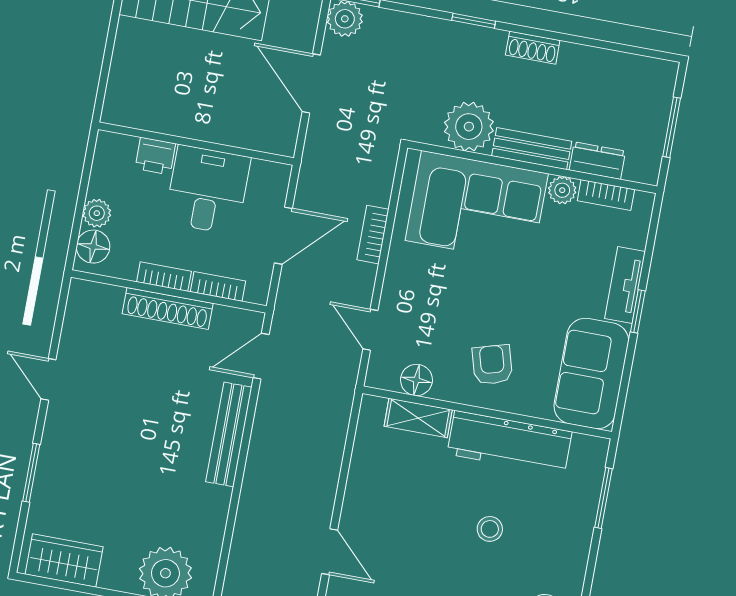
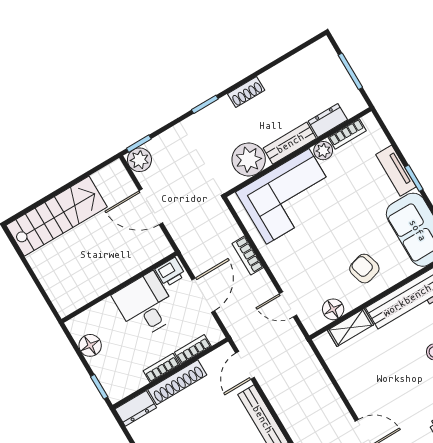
printer: (155, 156) -> (170, 272), moved
plant: (97, 213) -> (100, 365), removed
window: (75, 236) -> (99, 387), added
floor lamp: (93, 247) -> (90, 345), moved
dresser: (95, 297) -> (136, 408), added

